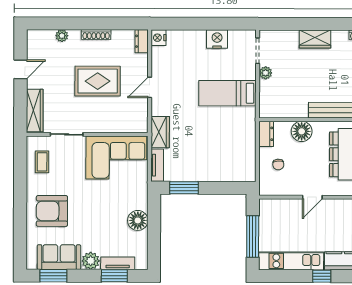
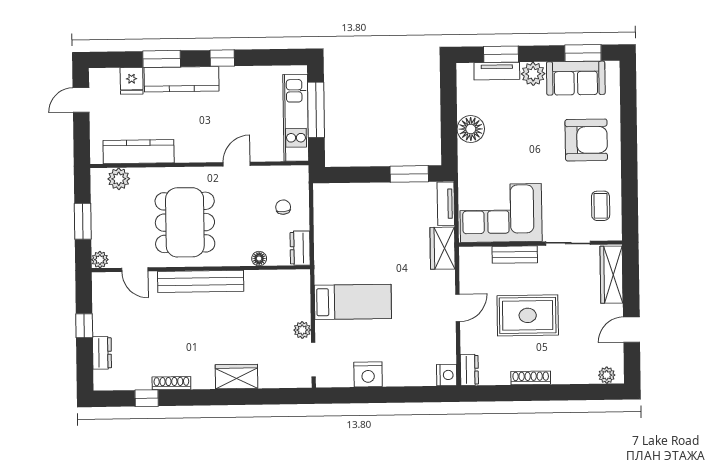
plant: (62, 36) -> (607, 375), moved
bench: (106, 127) -> (515, 255), added
floor lamp: (302, 131) -> (259, 259), width x0.53, depth x0.53
kitchen unit: (291, 261) -> (296, 118), moved, turned 90

